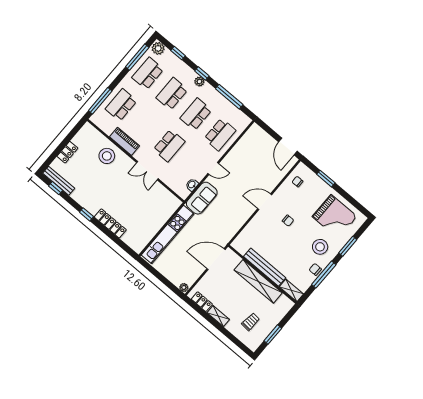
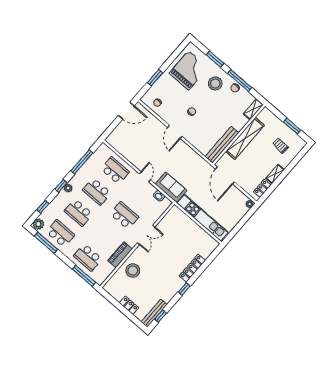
school desk: (148, 73) -> (60, 233), turned 180
bench: (265, 267) -> (222, 145), moved

